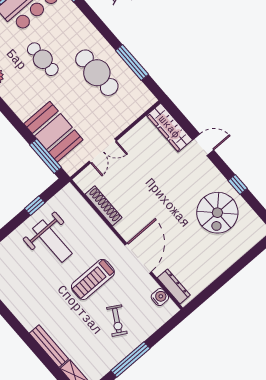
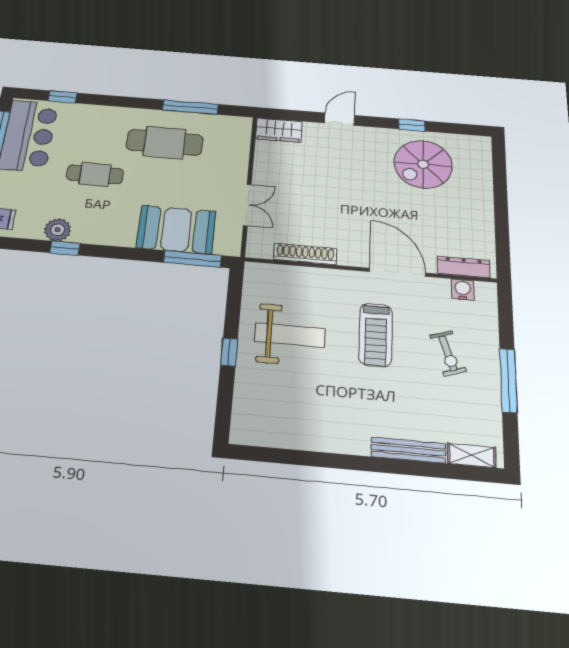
wardrobe: (169, 127) -> (279, 130), width x0.67
window: (35, 206) -> (229, 352), moved
spiral stairs: (217, 213) -> (423, 164), turned 90
exercise bike: (117, 321) -> (448, 353), turned 42

